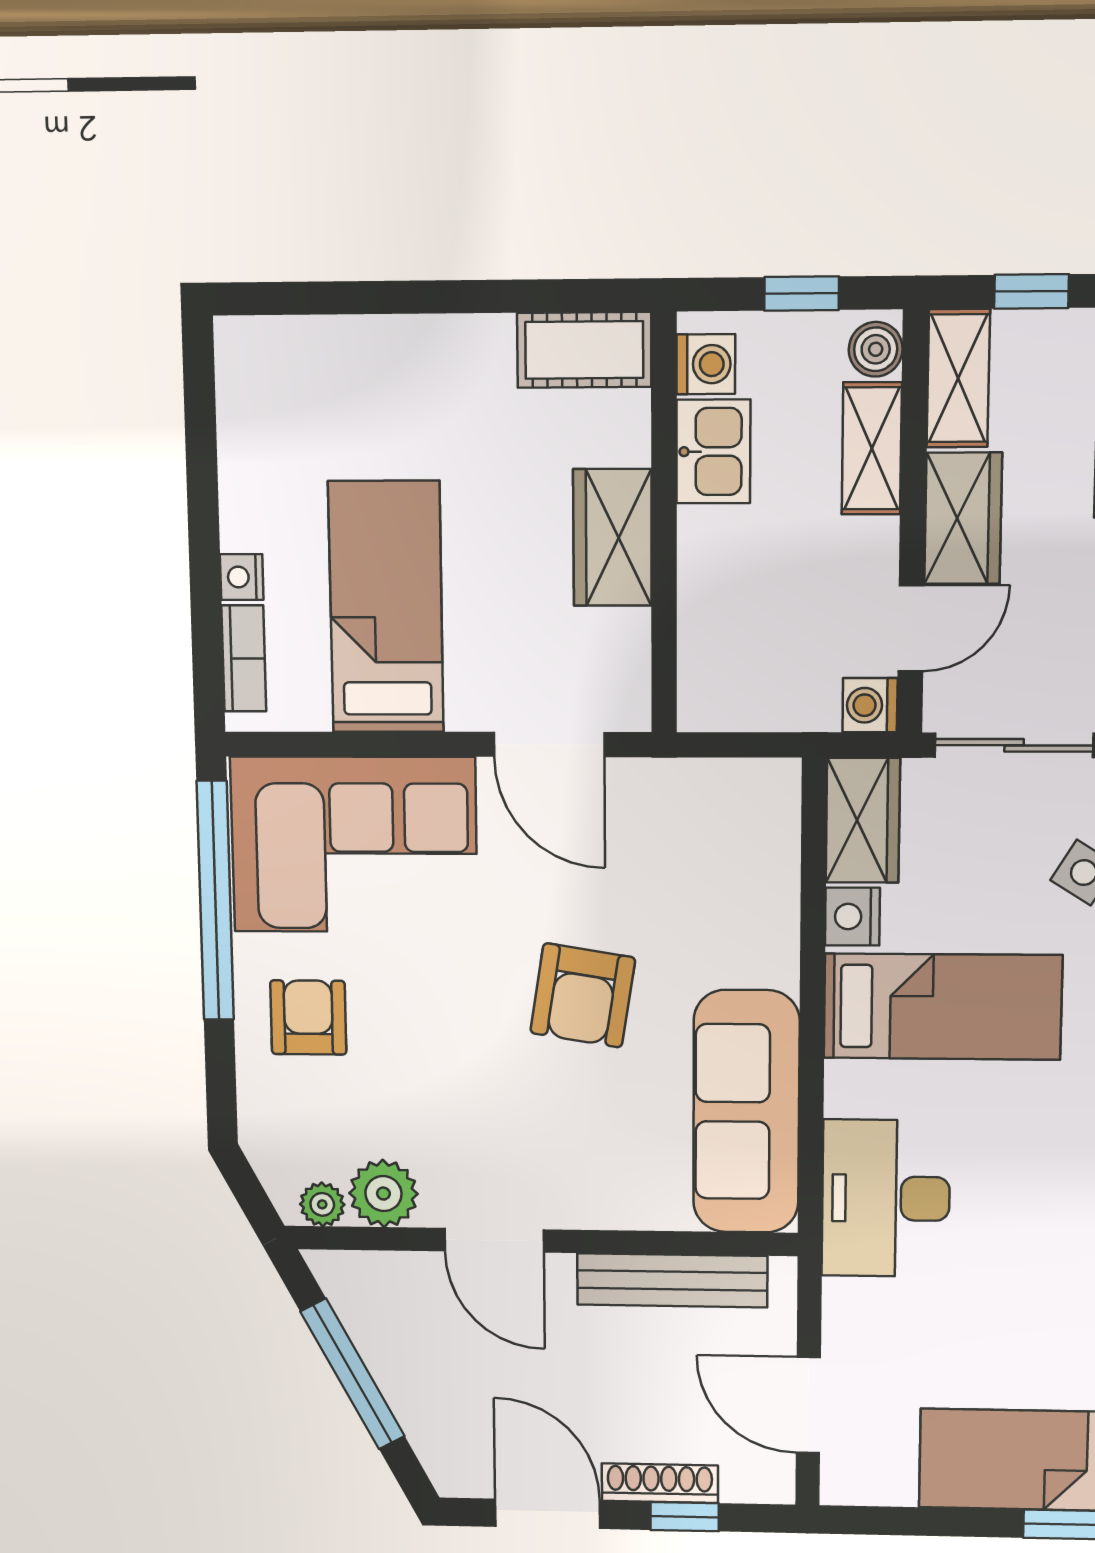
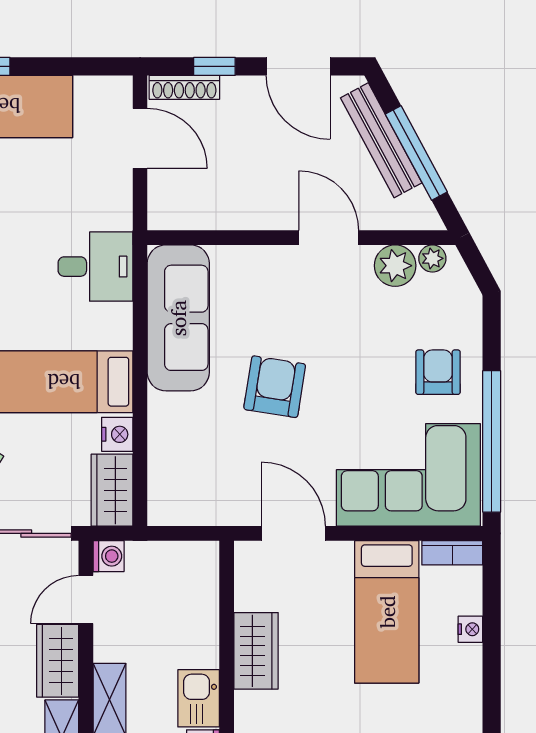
bookcase: (244, 658) -> (452, 553), moved, turned -90
armchair: (308, 1017) -> (438, 372), turned 180
desk: (886, 1198) -> (95, 267), width x0.73
bench: (672, 1280) -> (381, 140), moved, turned 62
shoe rack: (660, 1483) -> (184, 87), moved

